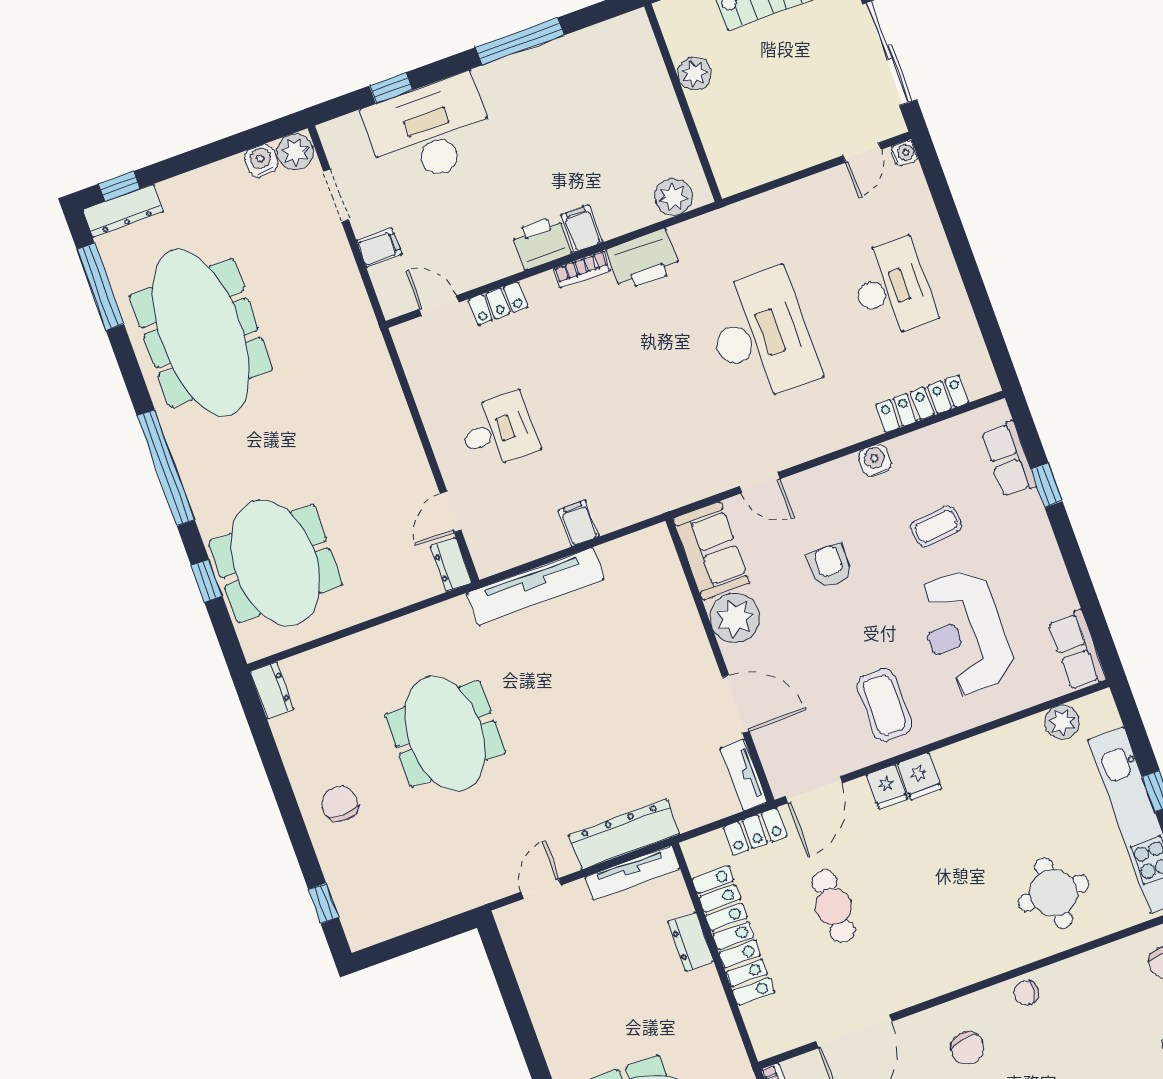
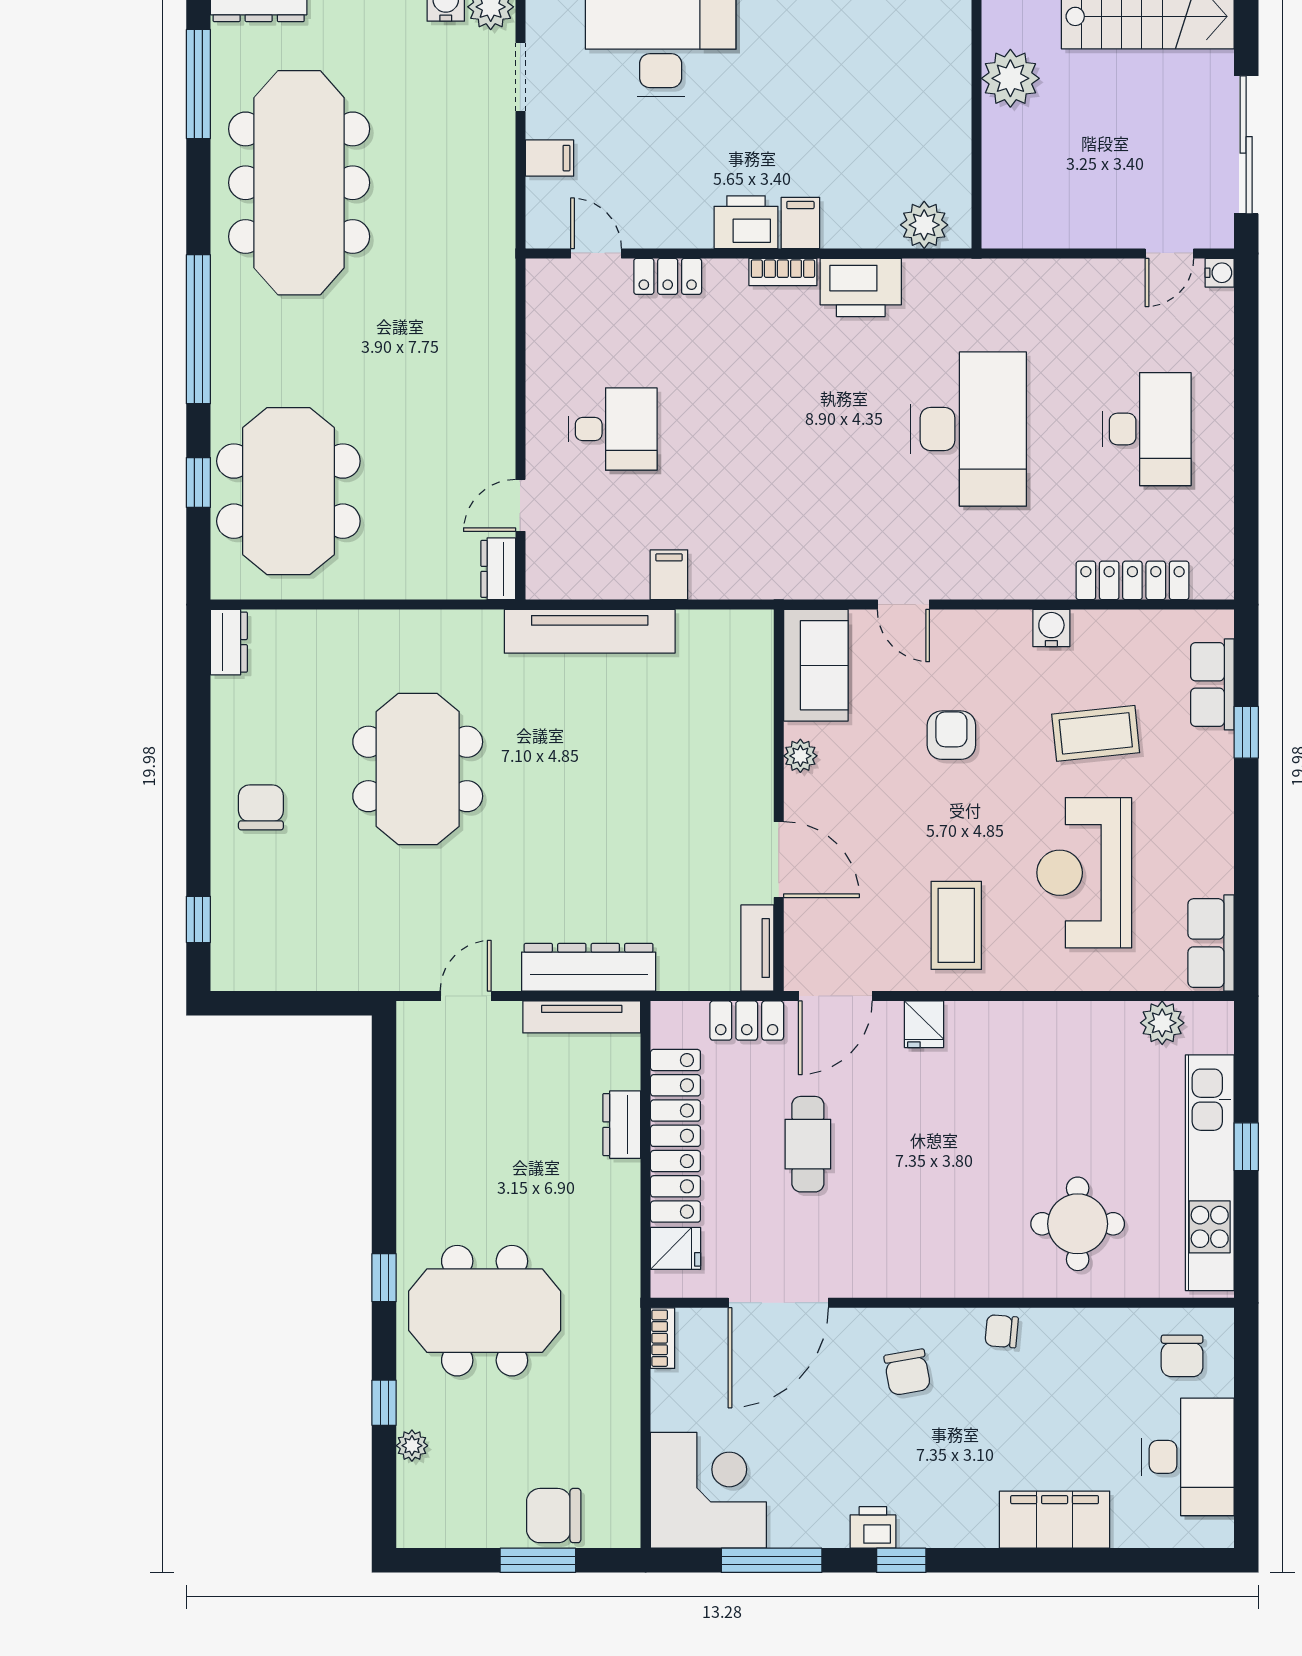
plant: (694, 73) -> (1010, 78), width x1.36, depth x1.36
coffee table: (936, 526) -> (1096, 733), width x1.36, depth x1.30
plant: (735, 618) -> (800, 756), width x0.53, depth x0.53
fridge: (920, 776) -> (675, 1248), moved, turned -90

